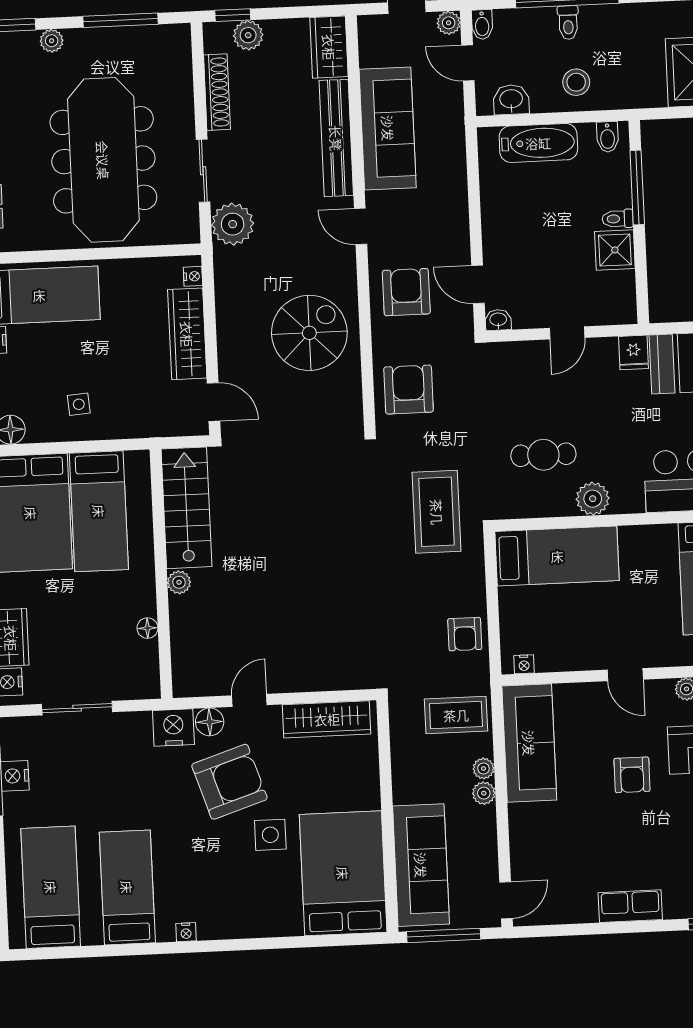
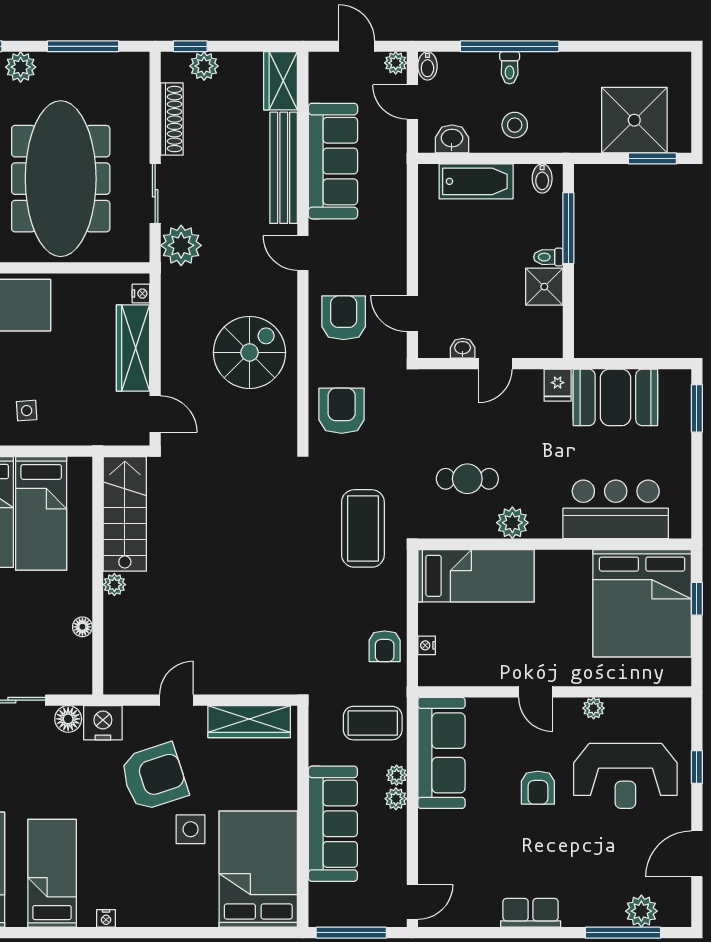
plant: (52, 41) -> (21, 67), width x1.38, depth x1.38
washbasin: (498, 320) -> (463, 348), moved
nightstand: (524, 664) -> (427, 645), moved, turned 90
floor lamp: (210, 722) -> (68, 719), moved
sofa: (421, 865) -> (333, 824), moved

